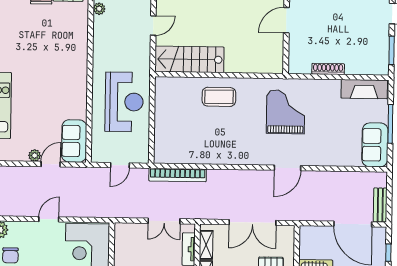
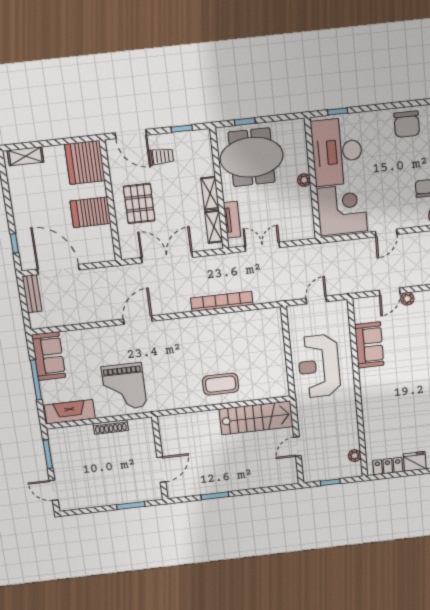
grand piano: (286, 112) -> (124, 387), moved
sofa: (74, 141) -> (369, 345), moved
bookcase: (178, 175) -> (222, 301), moved

